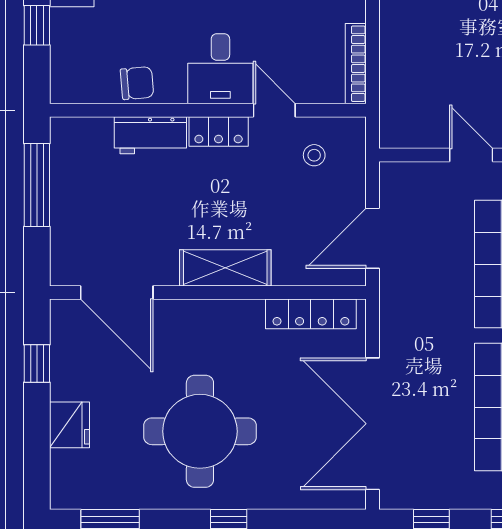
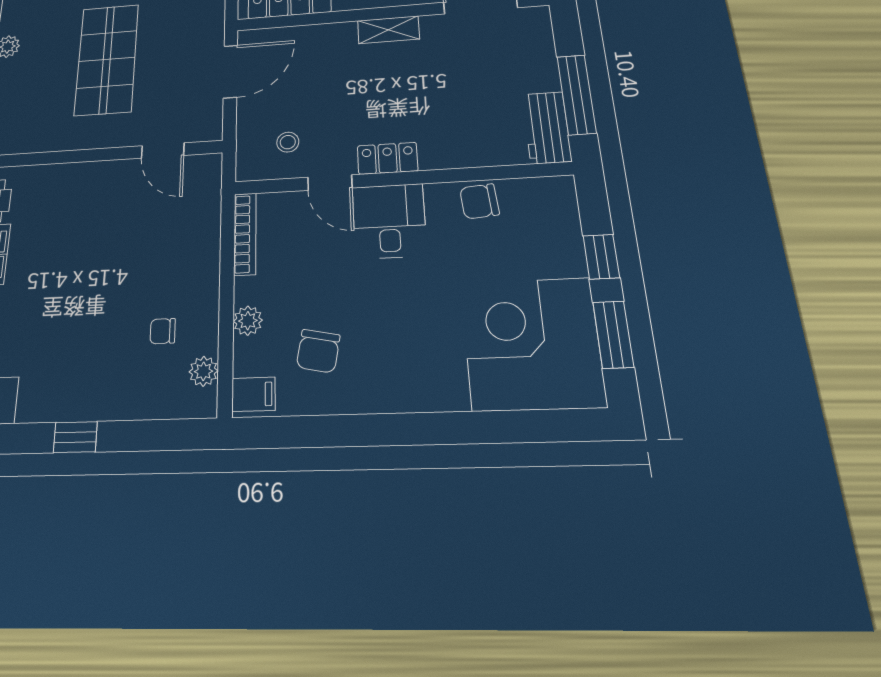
workbench: (150, 135) -> (547, 128), moved, turned -90
door: (471, 155) -> (163, 150), moved
shelving: (225, 268) -> (388, 30), width x0.67, depth x0.75

